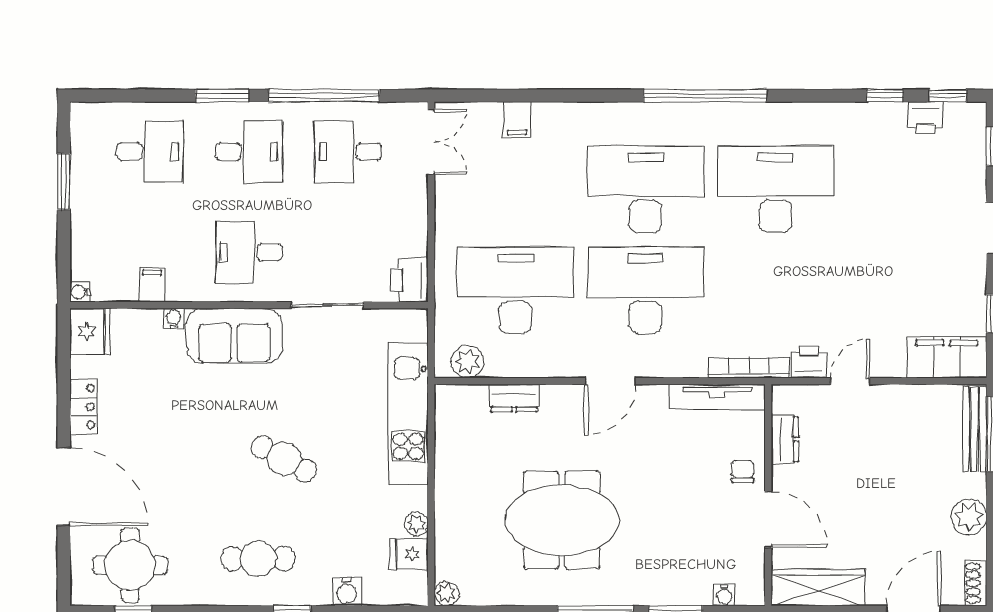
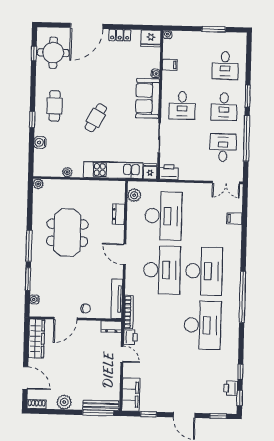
desk: (249, 252) -> (182, 105), turned 180
dresser: (785, 439) -> (111, 327), moved
fridge: (409, 554) -> (150, 171), moved

